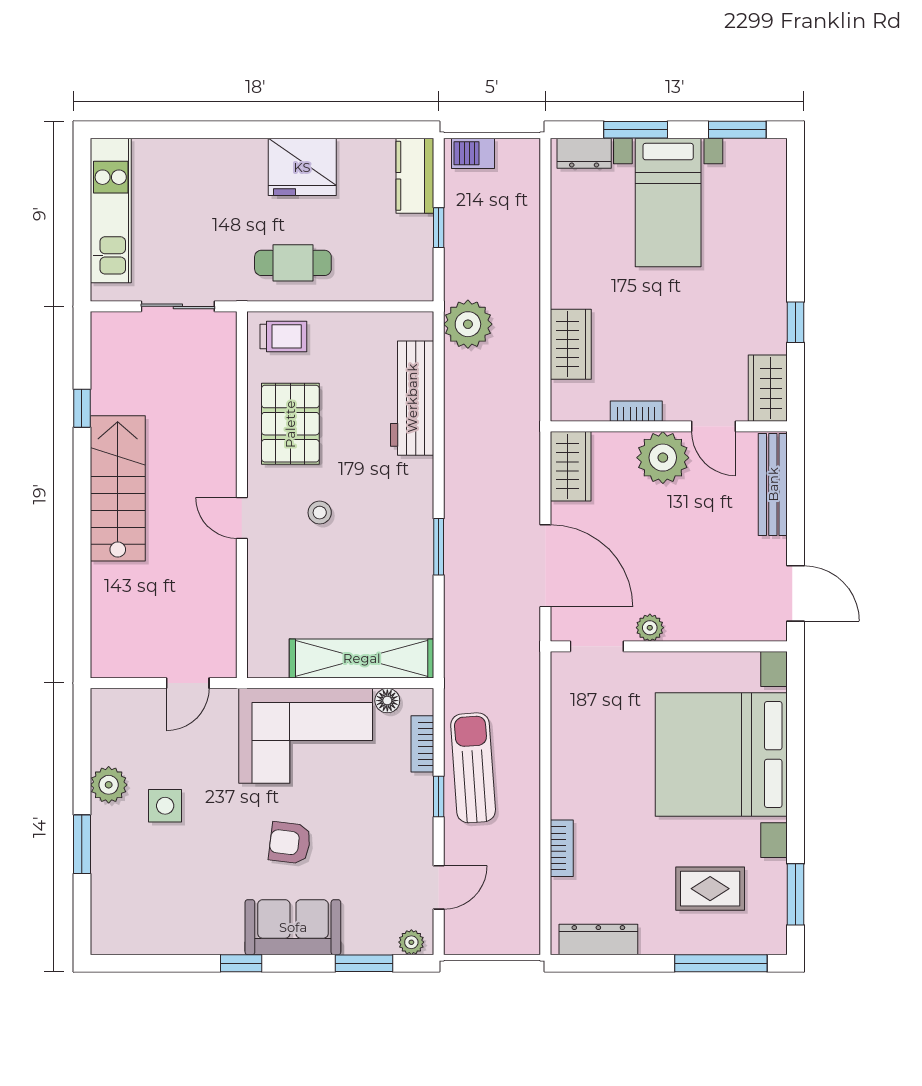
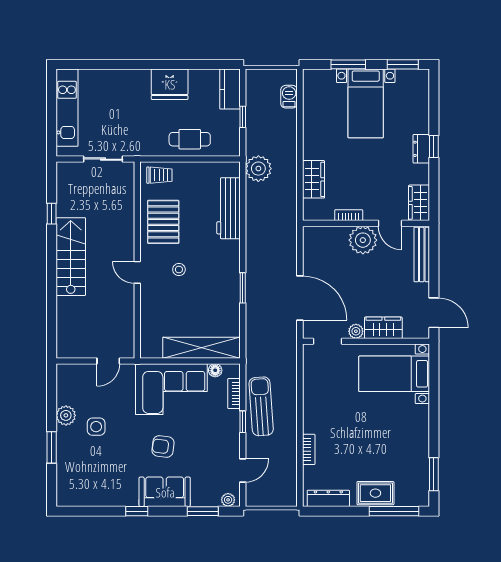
barbecue: (473, 153) -> (289, 97), moved, turned 90
dresser: (584, 153) -> (421, 149), moved, turned 90
cafe table: (293, 263) -> (190, 139), moved
window: (795, 322) -> (434, 146), moved
wardrobe: (571, 466) -> (383, 328), moved, turned -90
bed with nightstands: (721, 755) -> (394, 374), width x0.54
rug: (710, 889) -> (375, 493), moved

